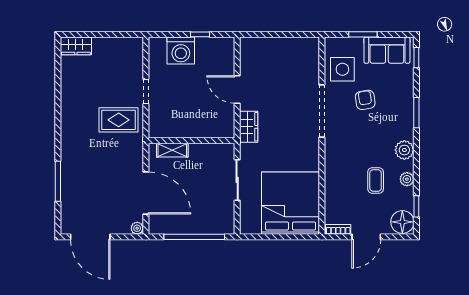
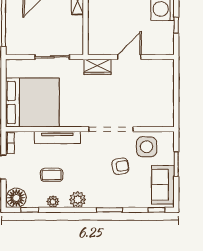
tv unit: (332, 174) -> (57, 137), added

